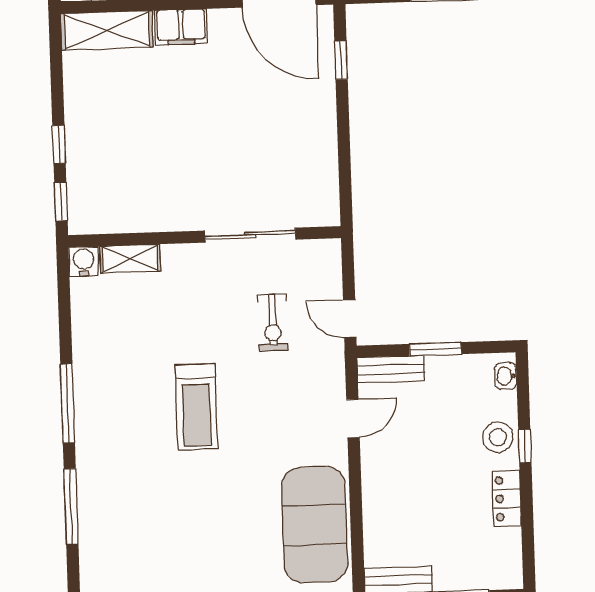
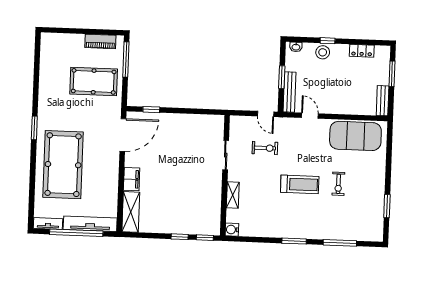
sliding door: (250, 235) -> (226, 155), width x0.73
shelving: (130, 259) -> (233, 195), moved
door: (350, 319) -> (266, 114), hinge flipped
bench: (391, 369) -> (289, 92), width x1.36
window: (68, 403) -> (294, 241), width x0.69
exercise bike: (204, 494) -> (338, 184), added
locker: (507, 499) -> (362, 51), moved

